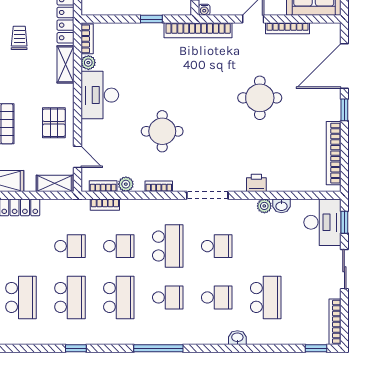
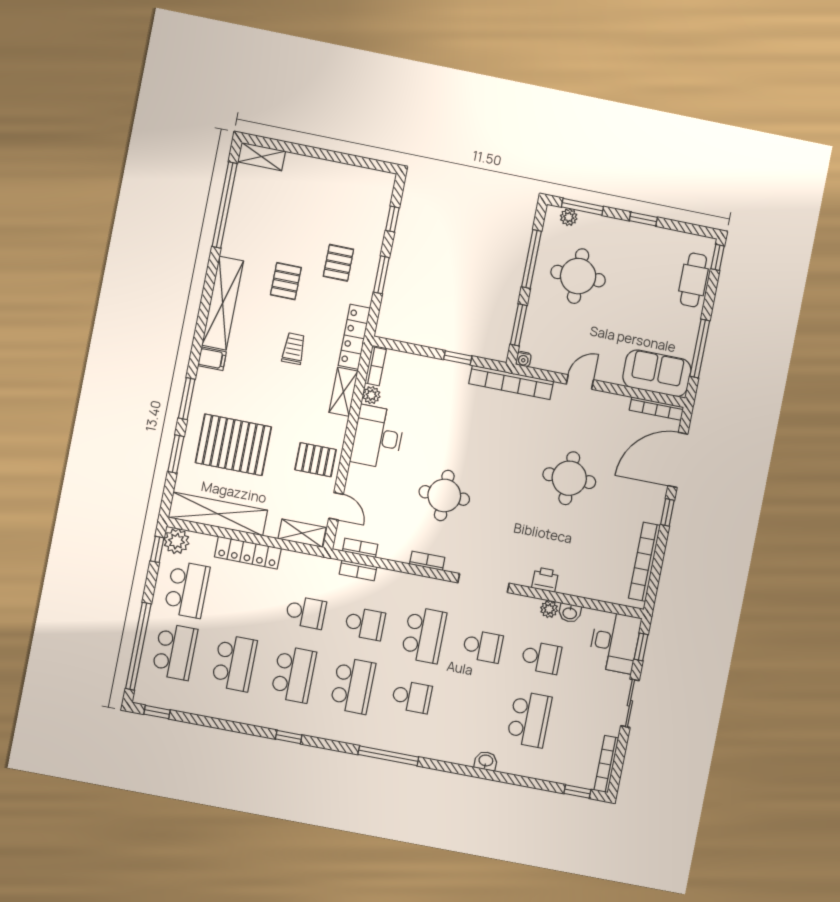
bookcase: (288, 28) -> (656, 409), moved
pallet: (54, 123) -> (316, 460), turned 90
plant: (126, 184) -> (388, 551), removed
school desk: (217, 297) -> (541, 658), moved

